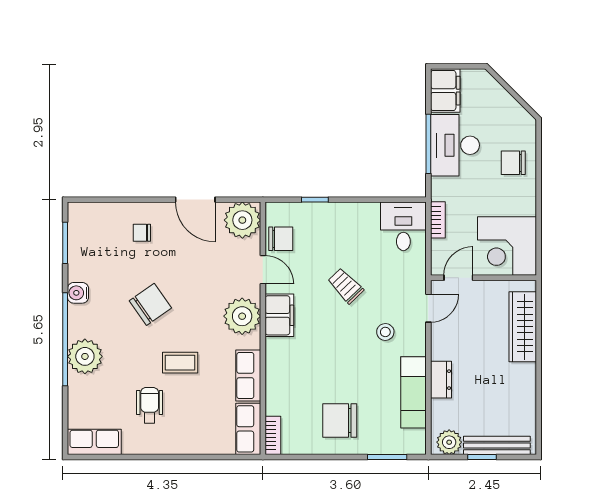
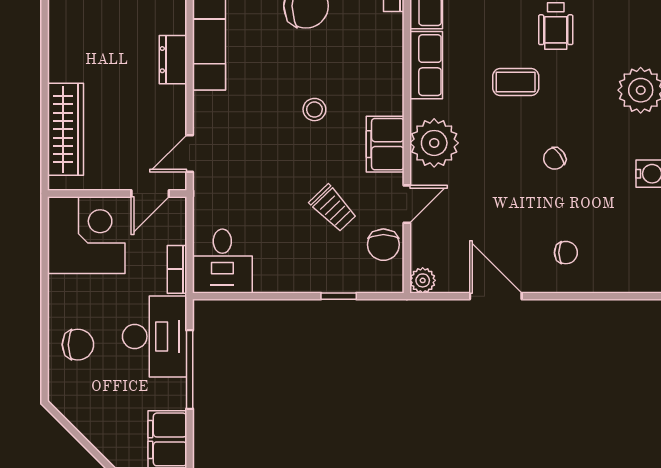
desk: (455, 145) -> (155, 336), moved
plant: (242, 220) -> (423, 280), width x0.53, depth x0.53
chair: (281, 239) -> (383, 245), turned -90
door: (263, 270) -> (407, 204), swing flipped
trolley: (346, 286) -> (333, 208), moved
chair: (150, 304) -> (555, 158), width x0.54, depth x0.54
stool: (385, 332) -> (314, 110), moved

